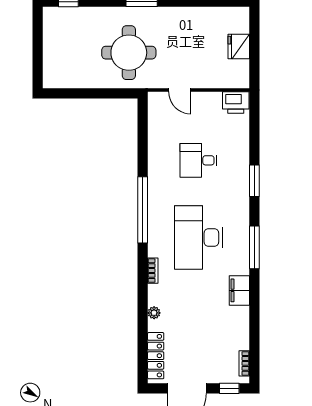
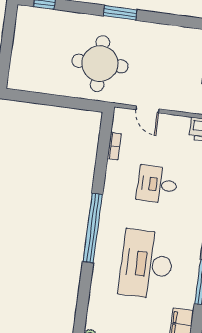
bookcase: (153, 271) -> (114, 146), moved

